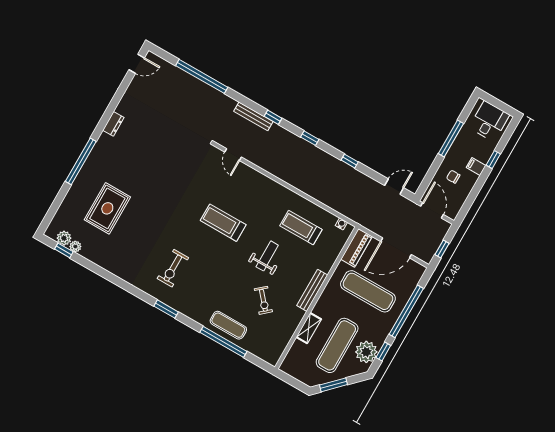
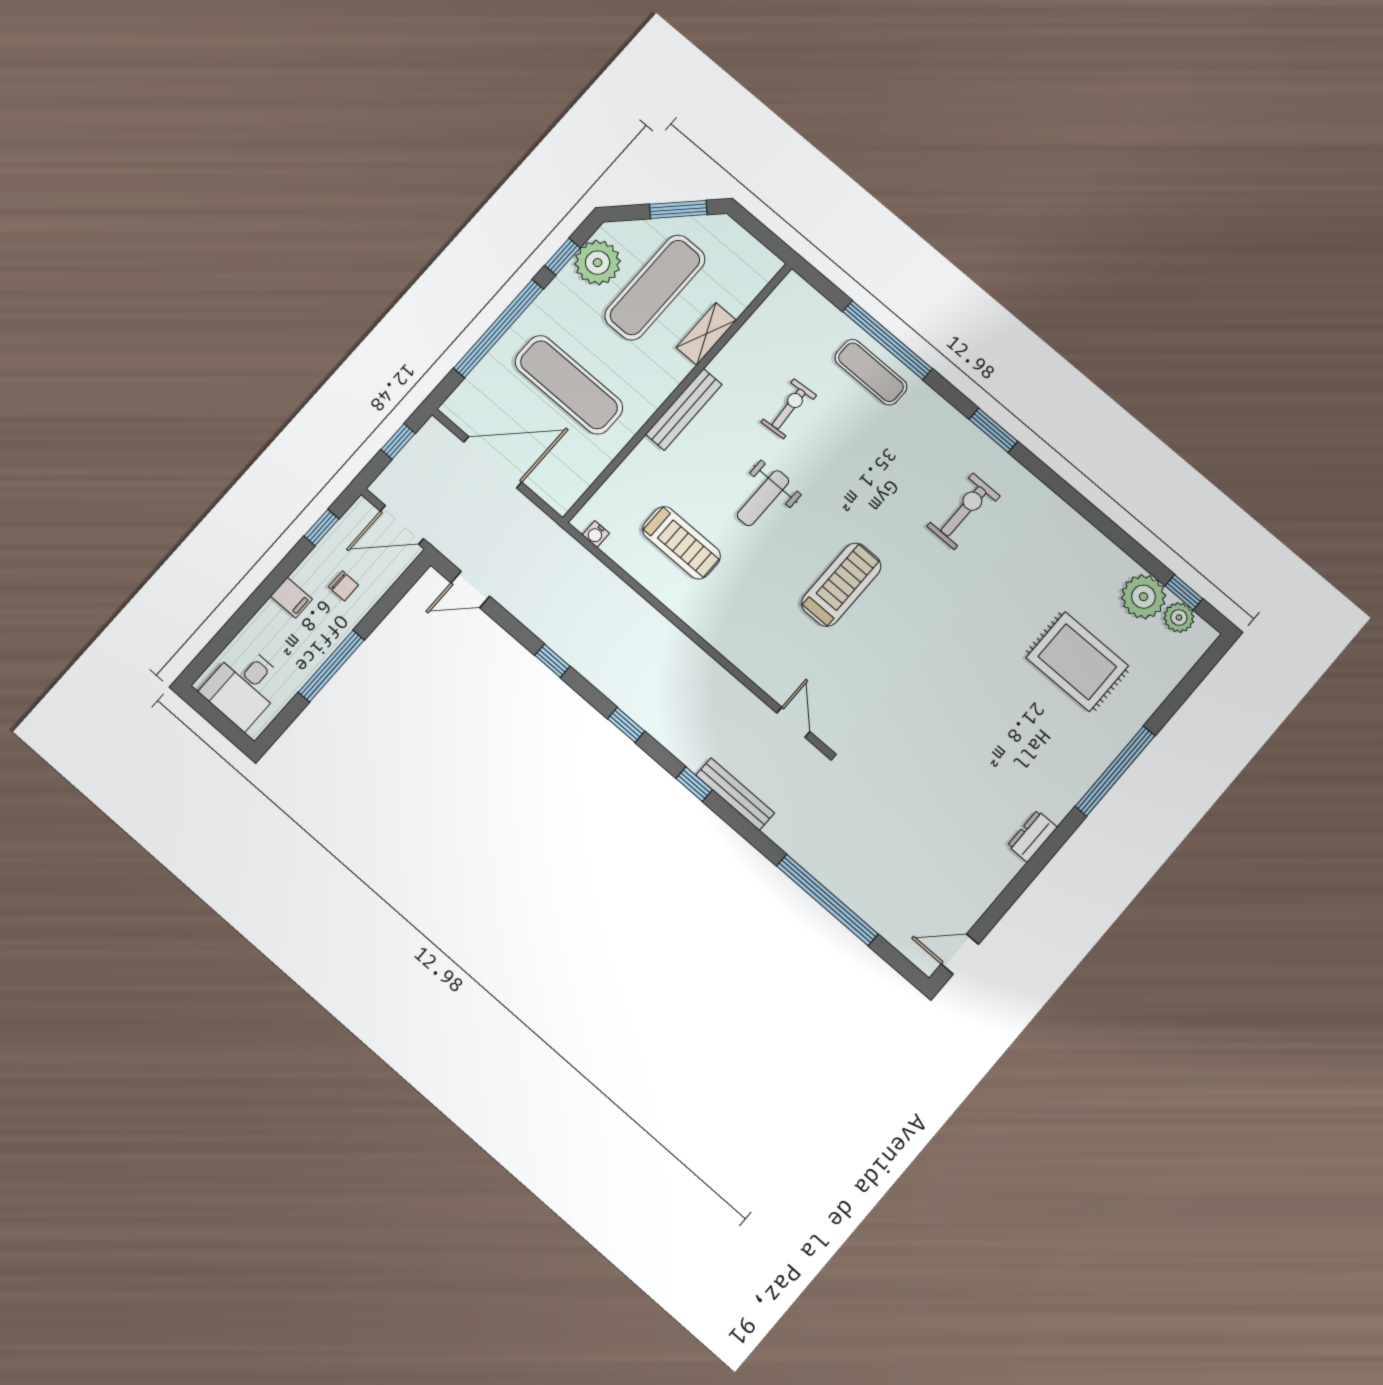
window: (493, 160) -> (322, 527), moved
rug: (107, 208) -> (1077, 662), turned 90
door: (432, 210) -> (402, 525), hinge flipped
treadmill: (223, 223) -> (841, 585), turned -90
plant: (75, 247) -> (1143, 597), width x1.88, depth x1.88
piano: (356, 248) -> (575, 479), removed
exercise bike: (263, 300) -> (789, 409), turned 37

